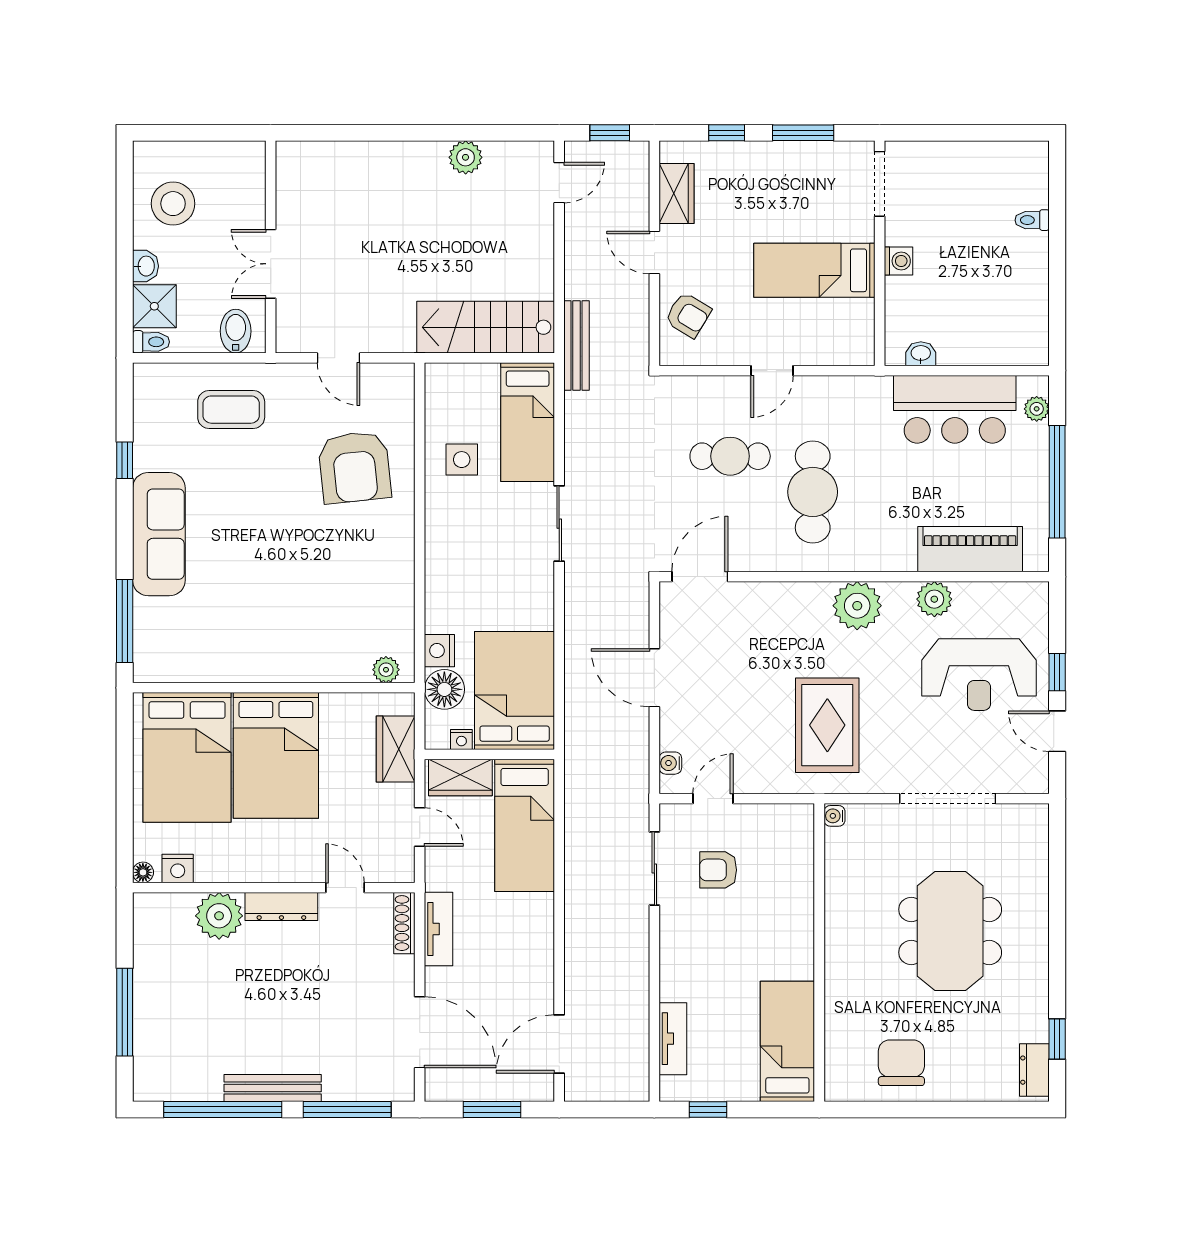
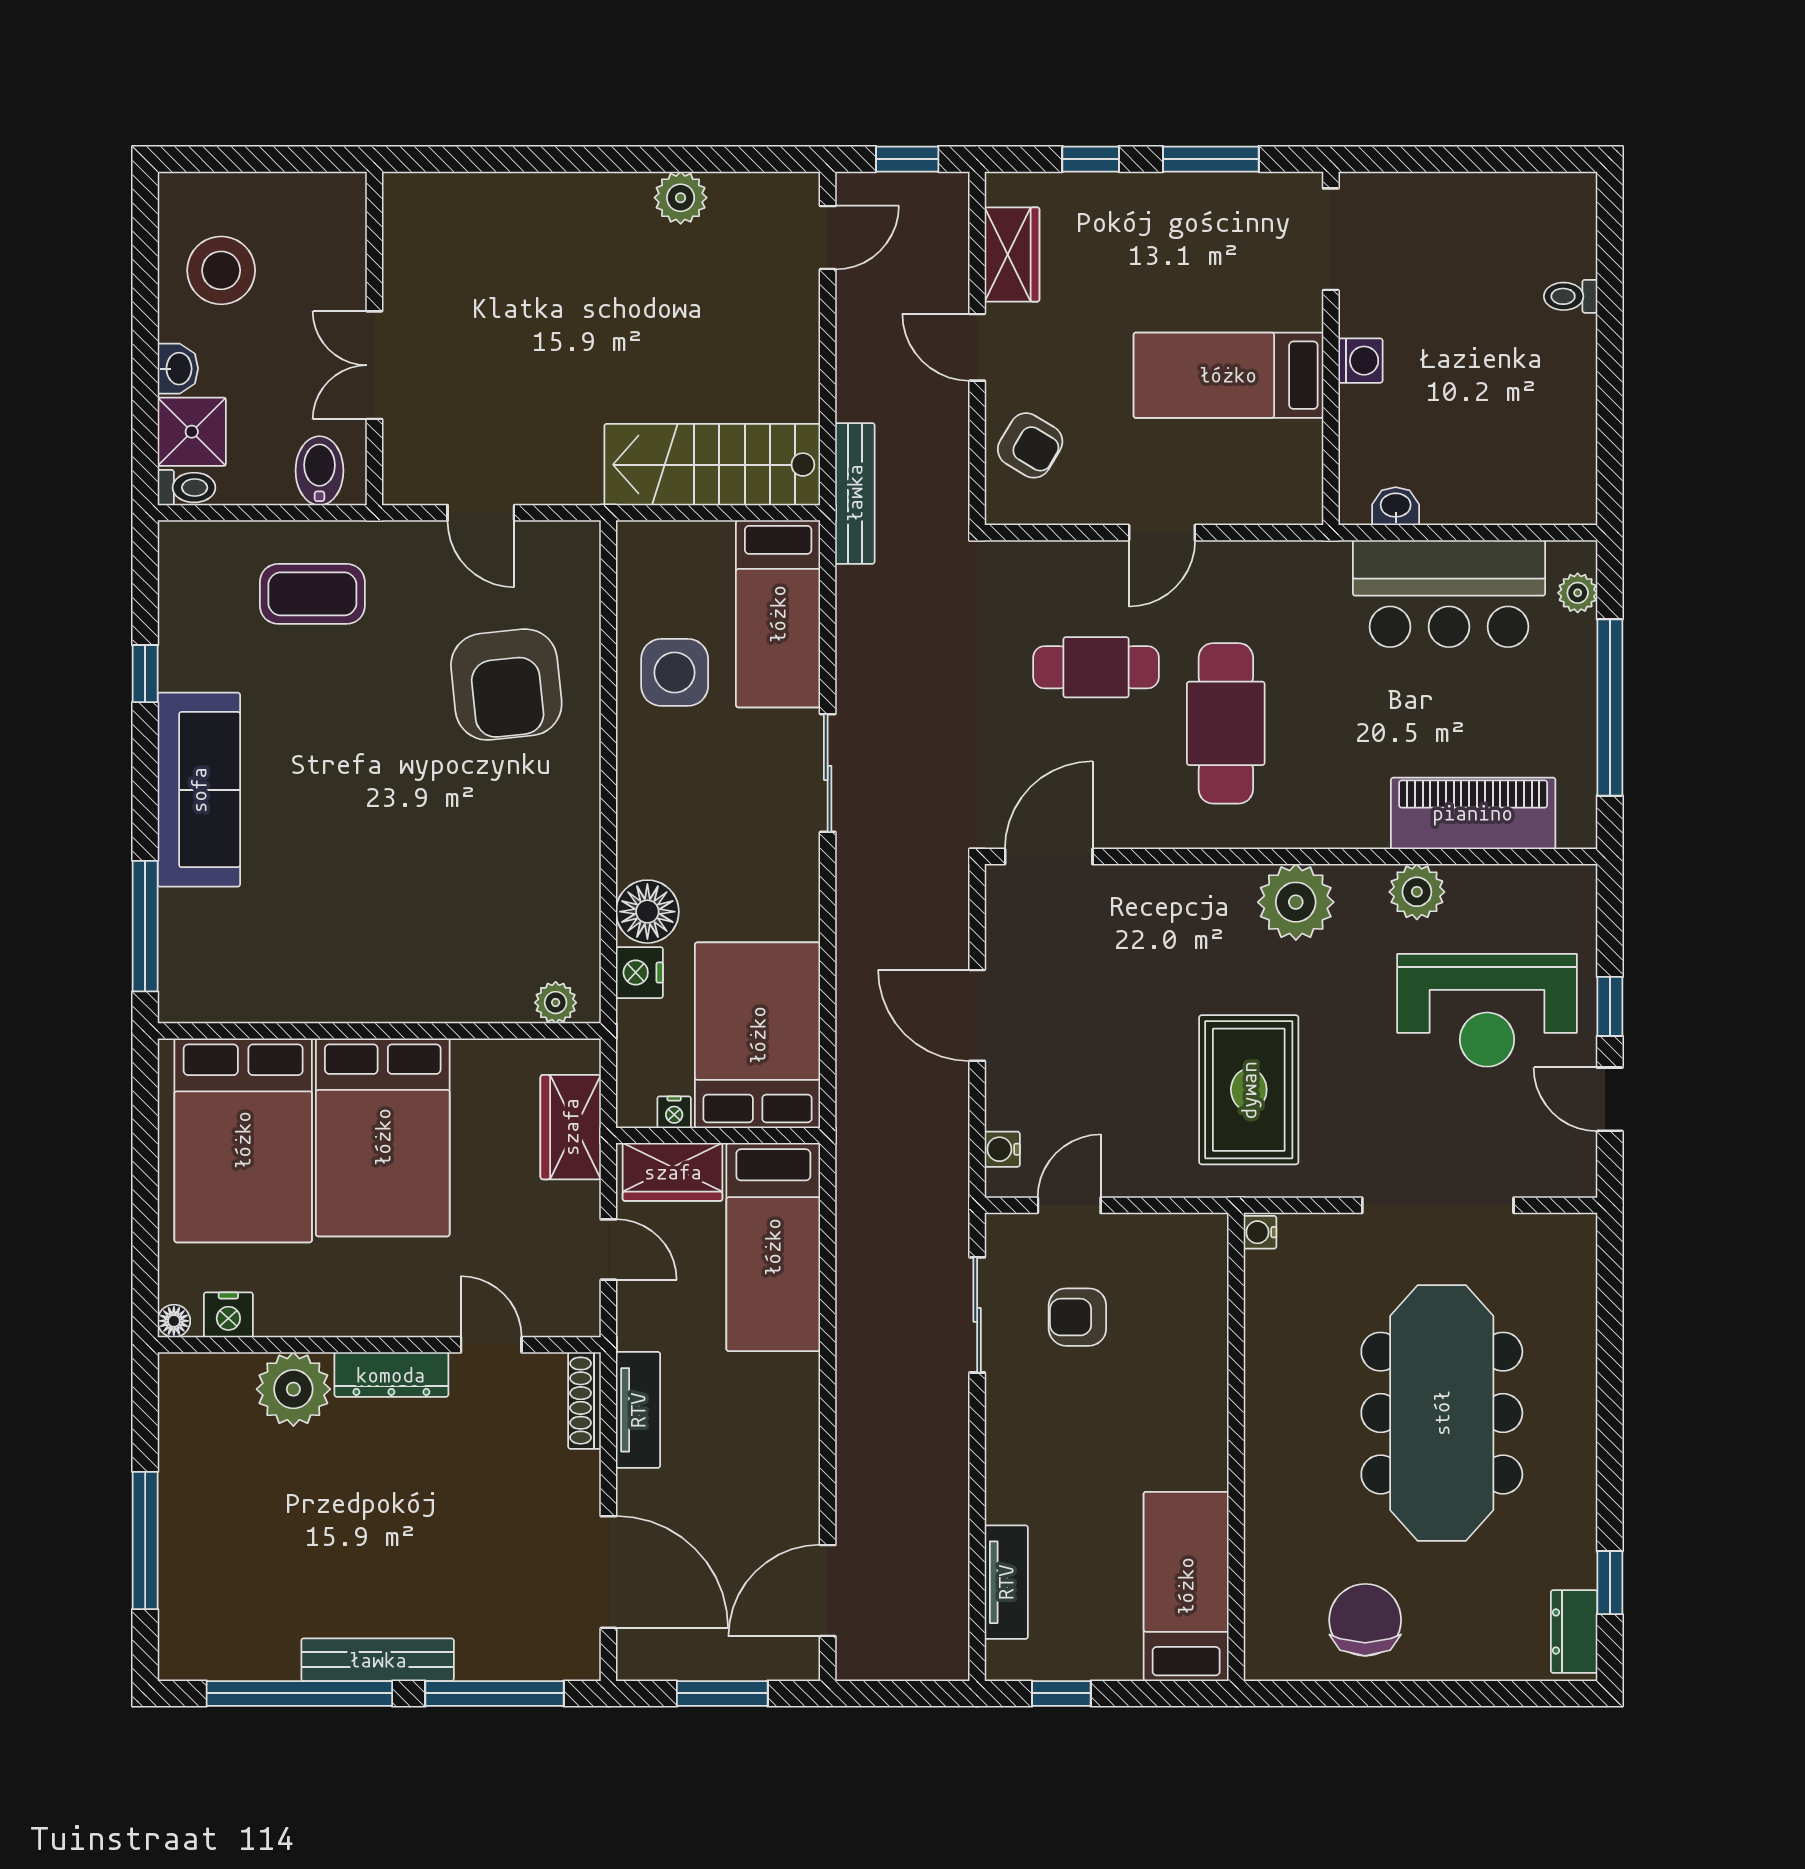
side table: (462, 460) -> (675, 672), width x1.37, depth x1.37
floor lamp: (444, 689) -> (647, 912), moved
meeting table: (950, 931) -> (1442, 1413), width x1.36

